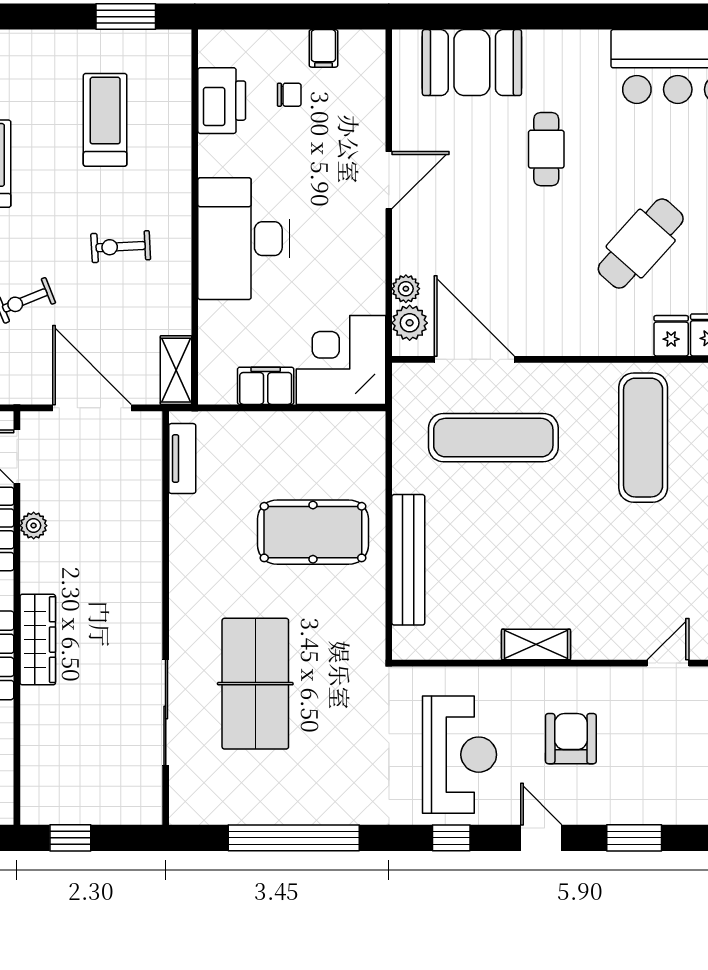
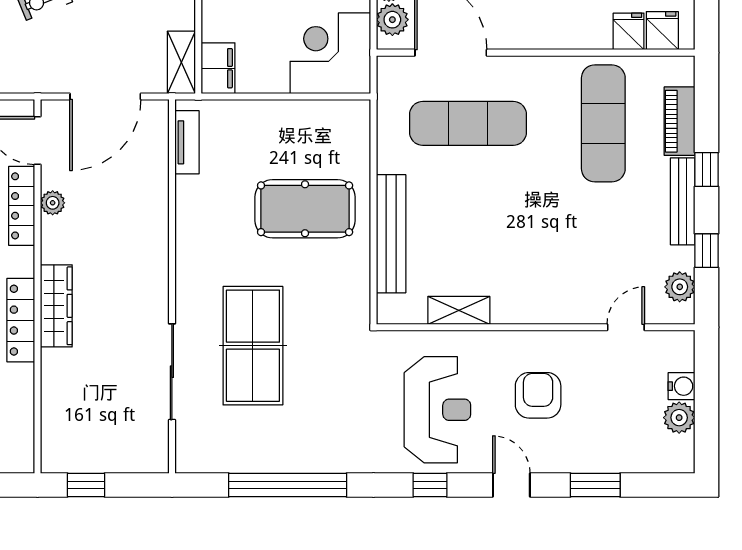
filing cabinet: (266, 386) -> (218, 68), moved, turned 90
door: (92, 408) -> (105, 96), swing flipped
shelving: (536, 645) -> (459, 310), moved

